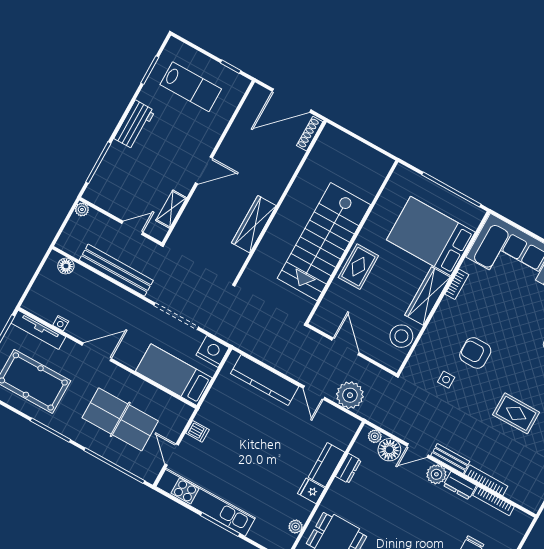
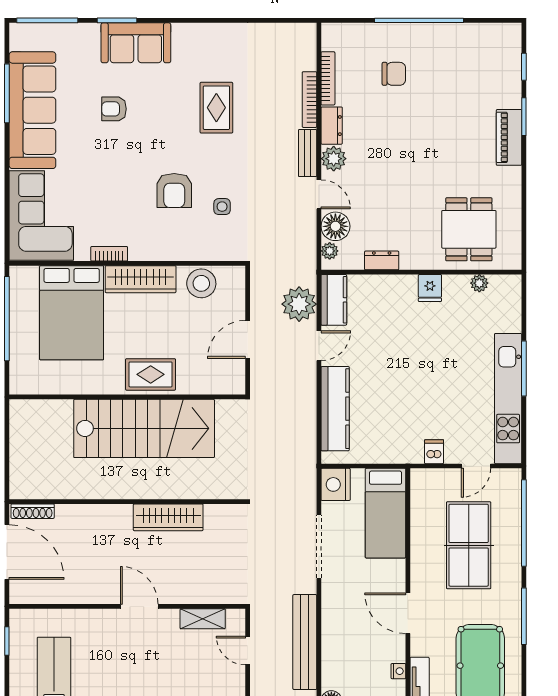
kitchen counter: (326, 465) -> (334, 300), moved, turned -90

